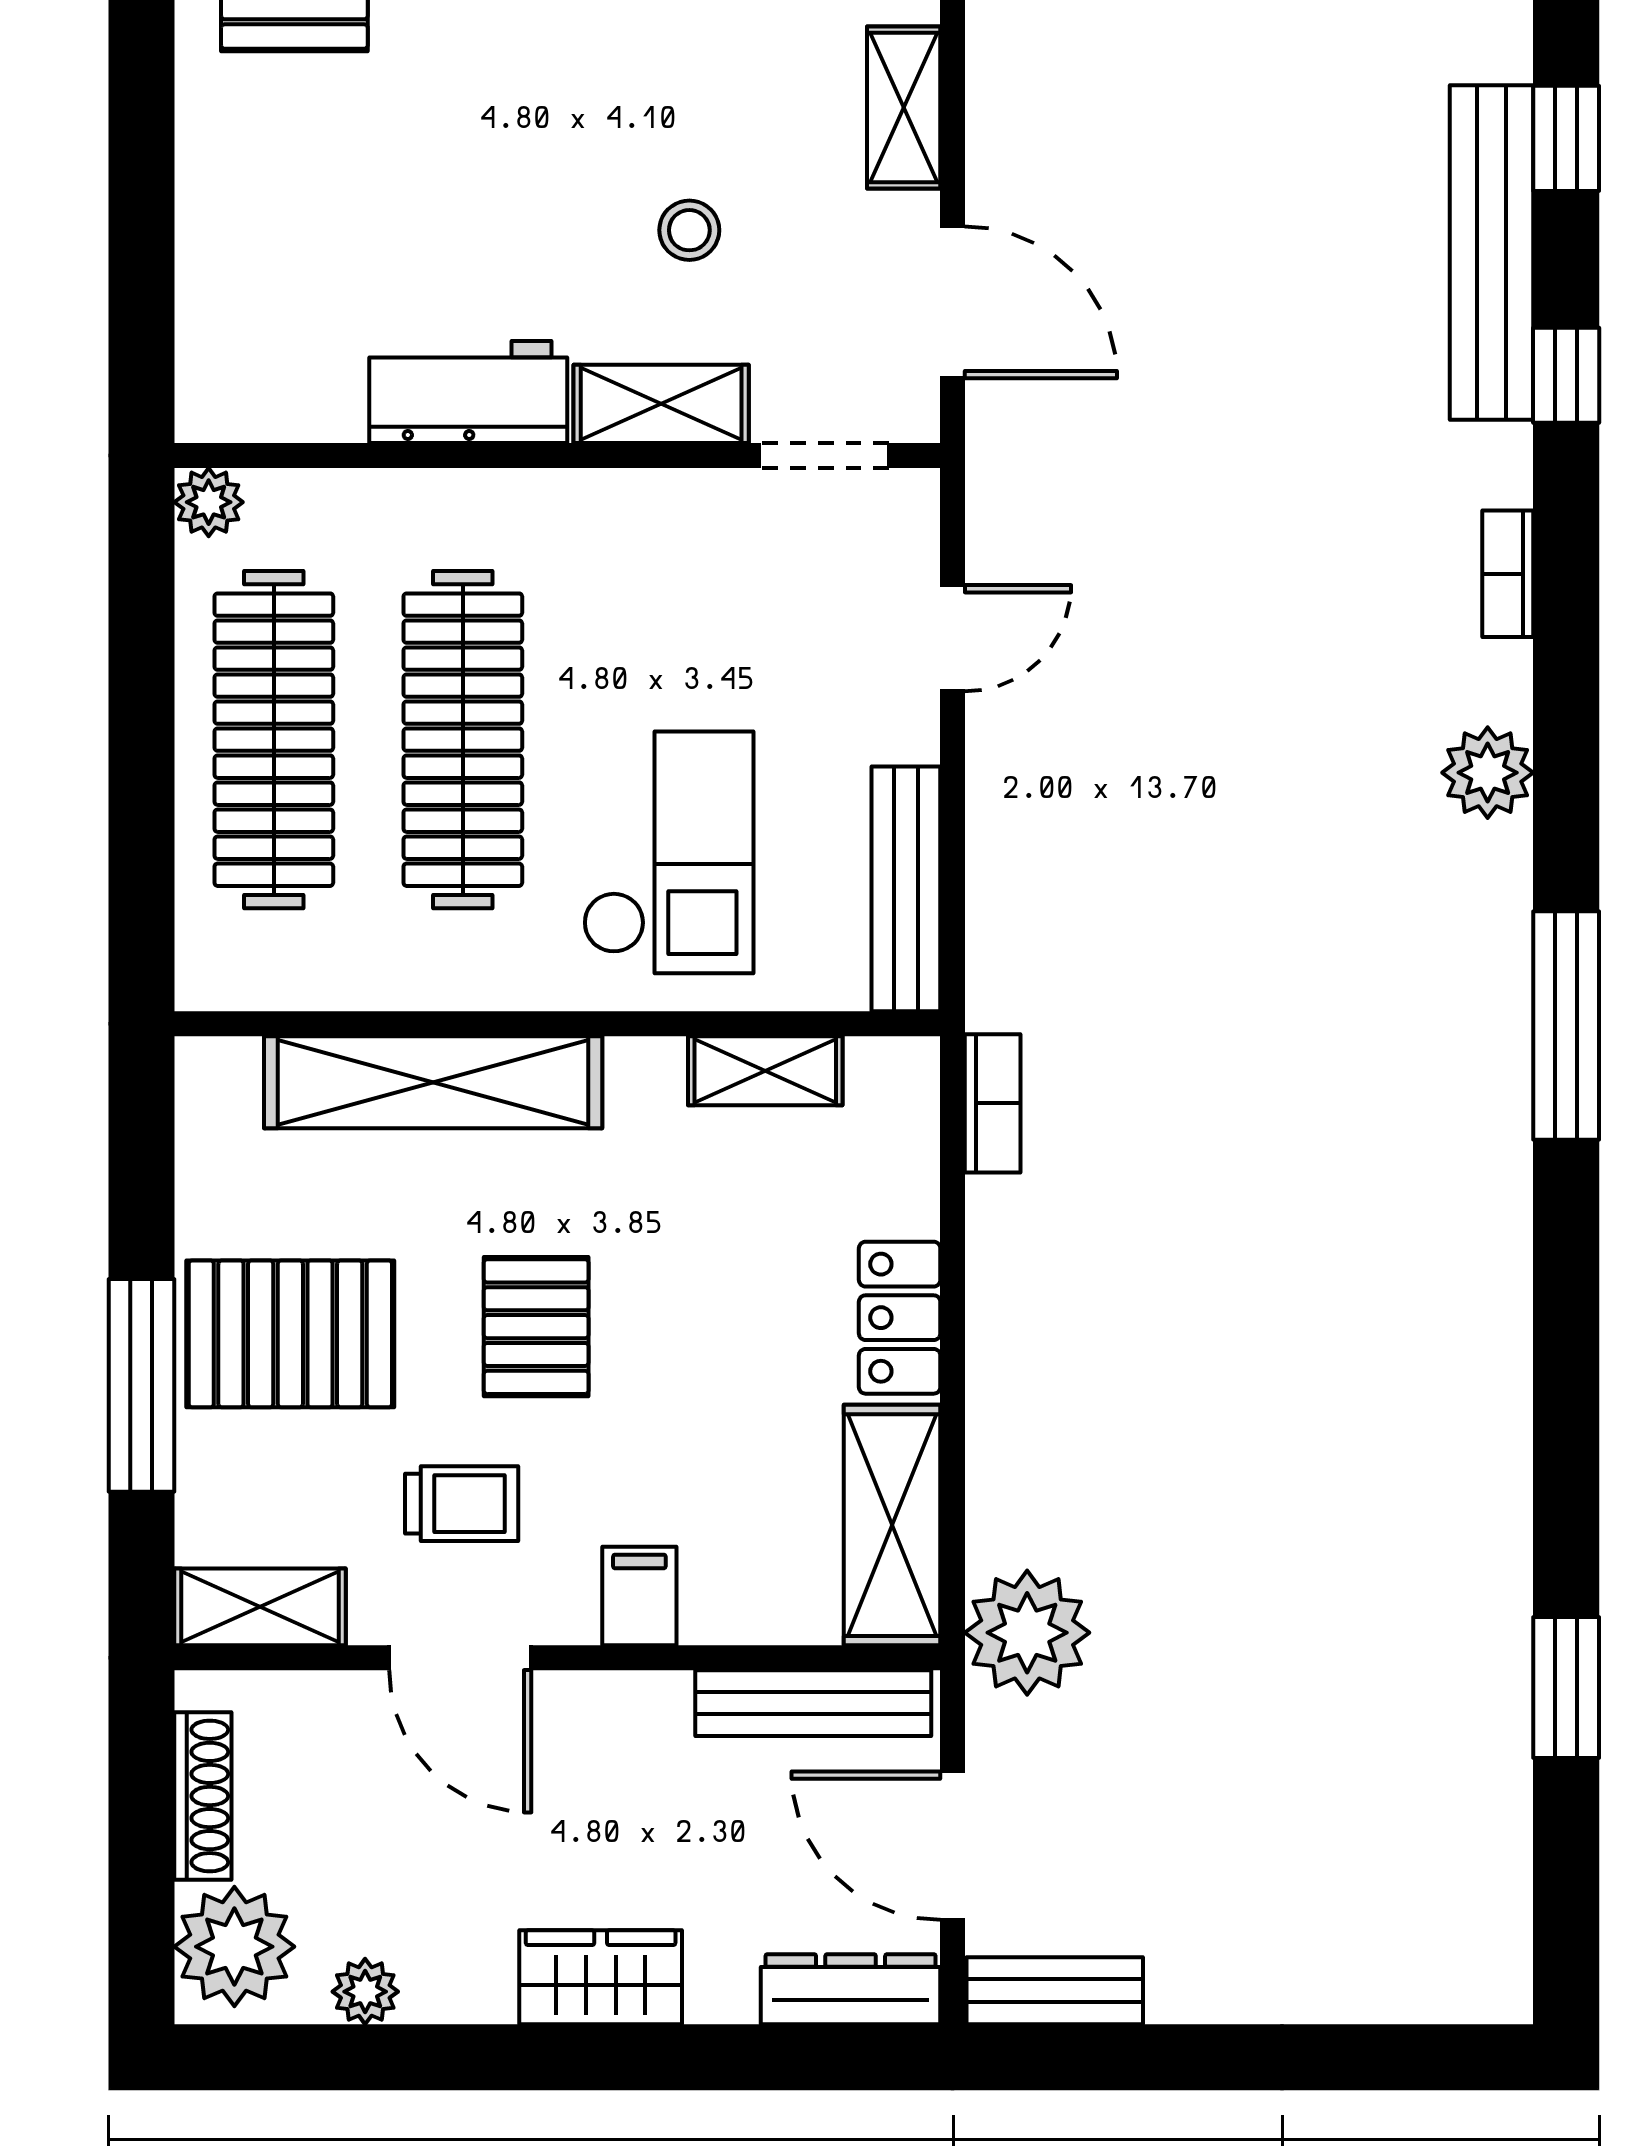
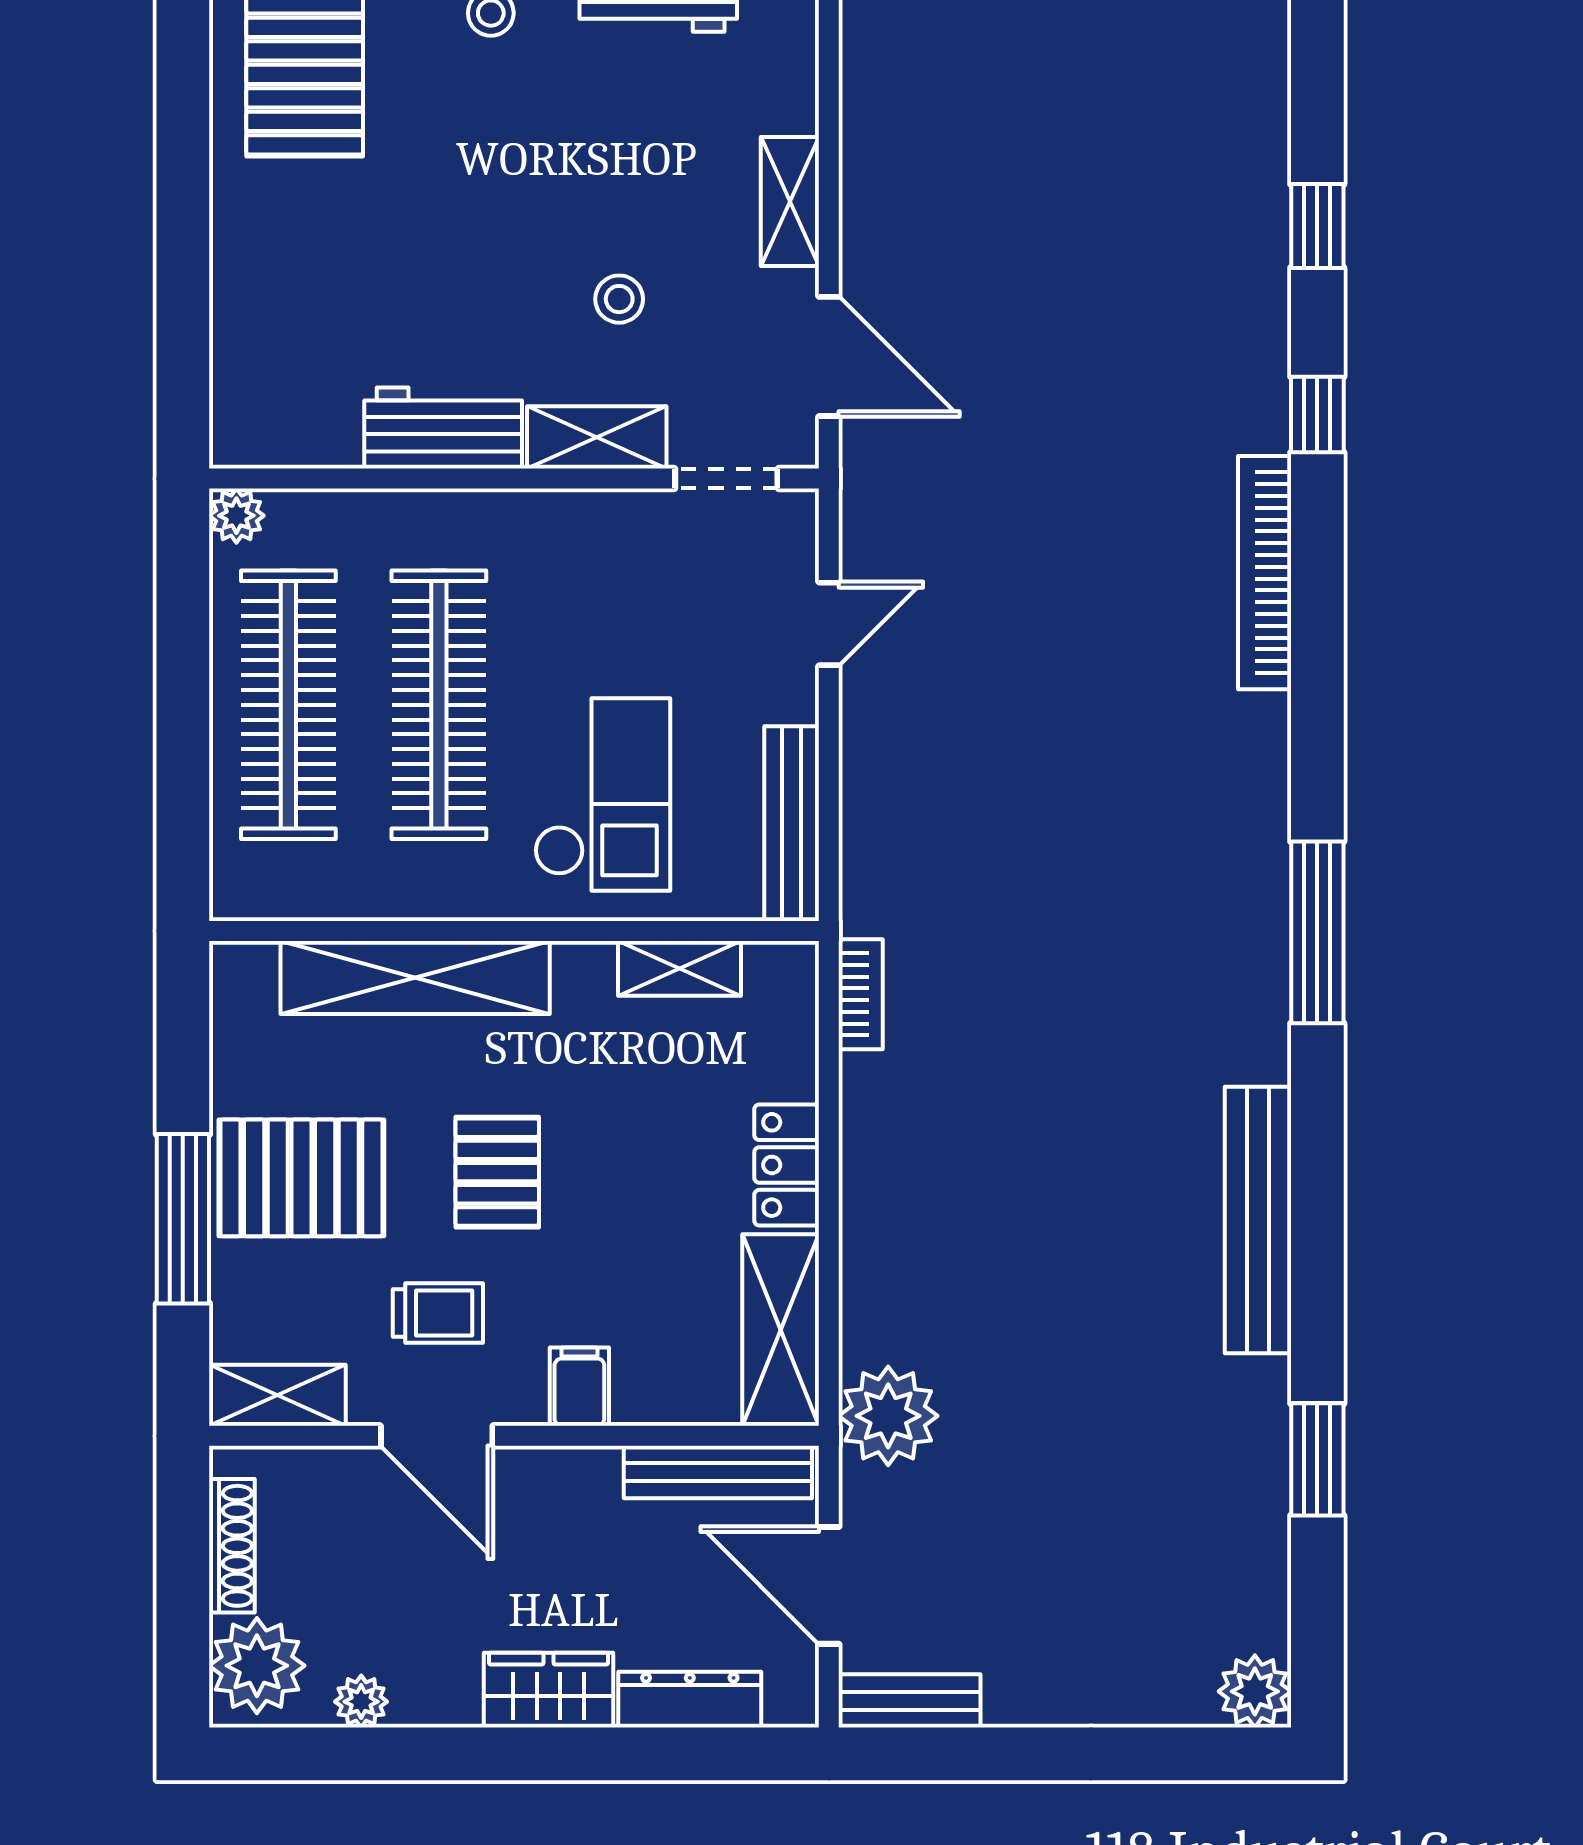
bench: (1492, 252) -> (1258, 1220), moved
bookcase: (1508, 574) -> (1265, 573), width x2.31, depth x1.31
plant: (1488, 773) -> (1255, 1691), moved
dresser: (851, 1989) -> (690, 1700), moved

